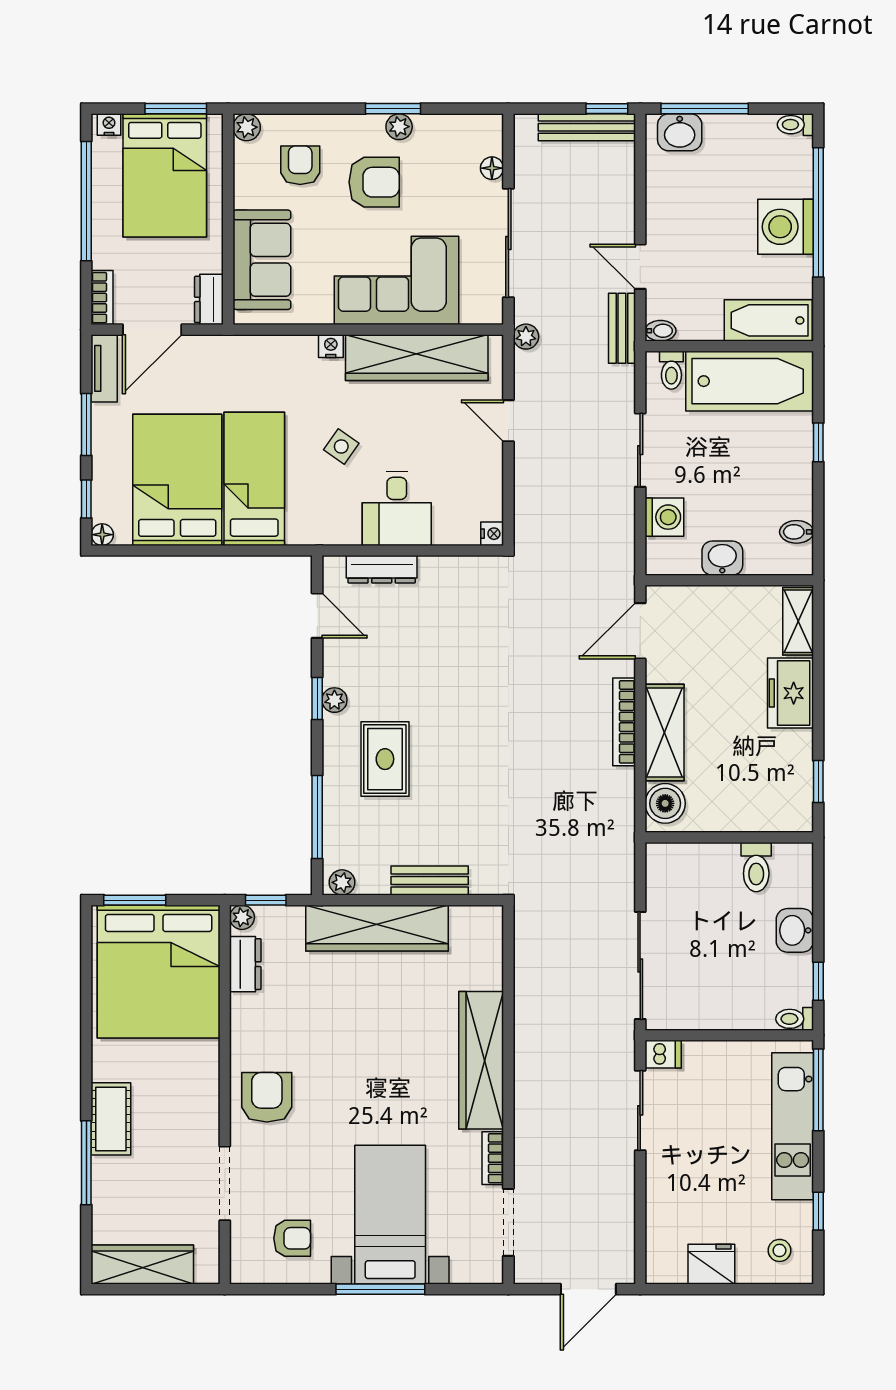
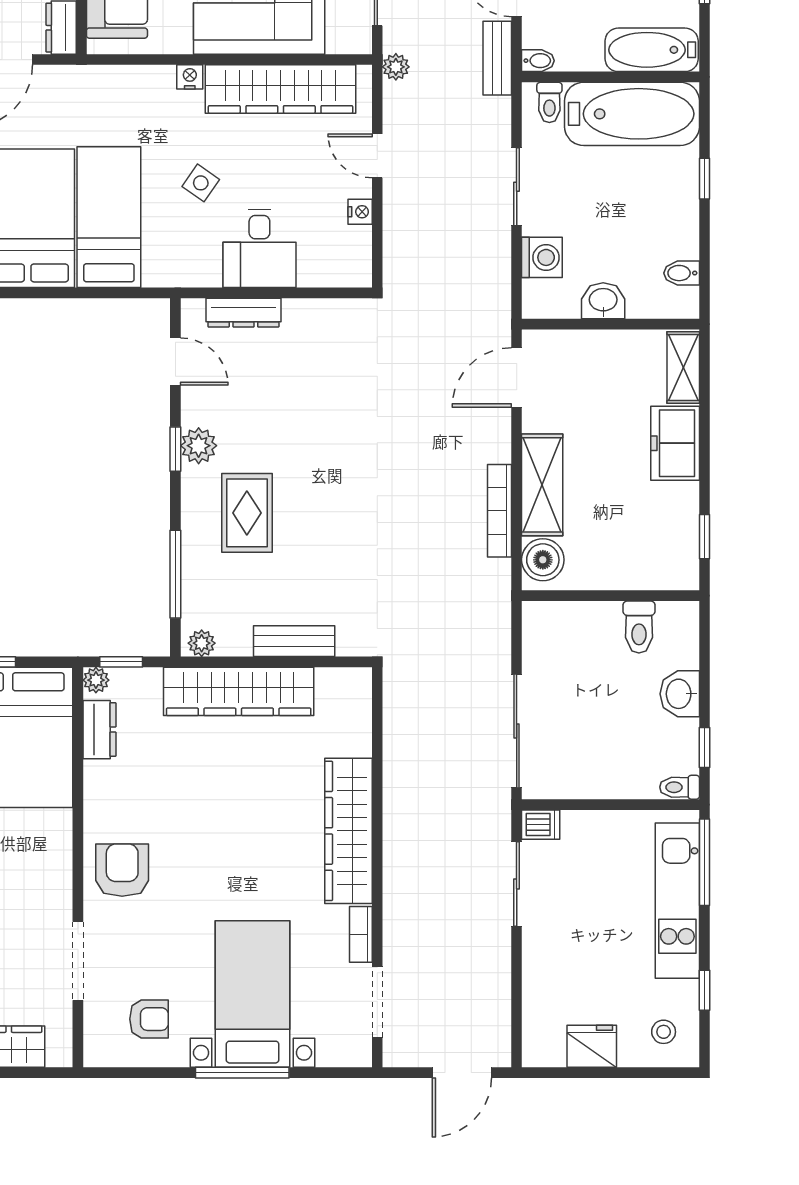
nightstand: (492, 534) -> (360, 212), moved
plant: (334, 700) -> (199, 446), width x1.38, depth x1.38
bookcase: (624, 722) -> (499, 511), moved

